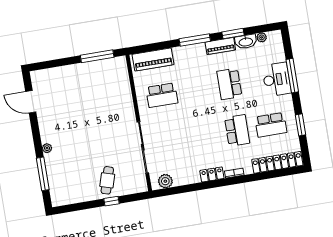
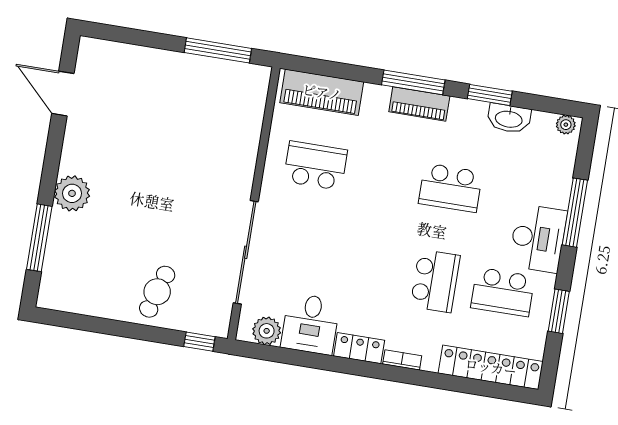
plant: (262, 37) -> (566, 125), moved
piano: (220, 46) -> (419, 104), moved
desk: (276, 79) -> (538, 238), moved
school desk: (229, 84) -> (450, 188), turned -90
school desk: (162, 95) -> (315, 166), turned 180
plant: (47, 148) -> (72, 193), width x1.88, depth x1.88
desk: (185, 171) -> (310, 324), added
window: (111, 201) -> (199, 342), moved

